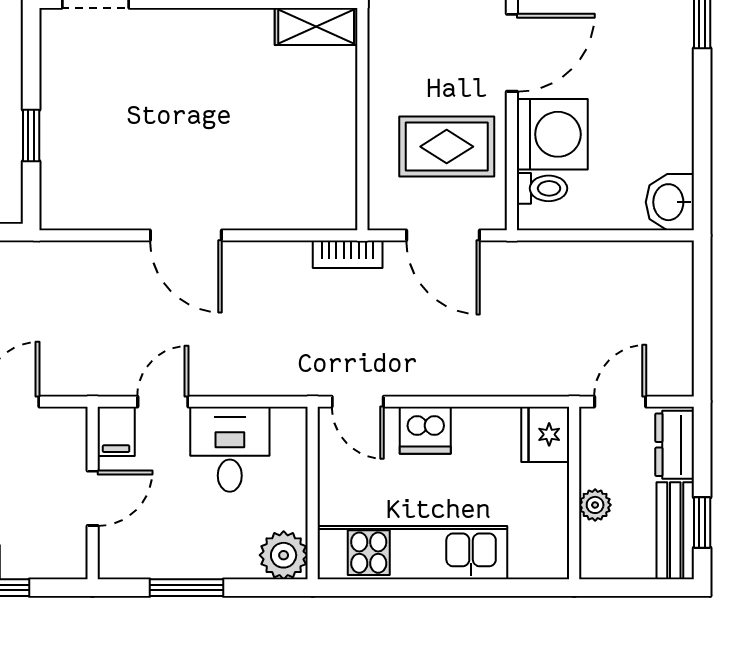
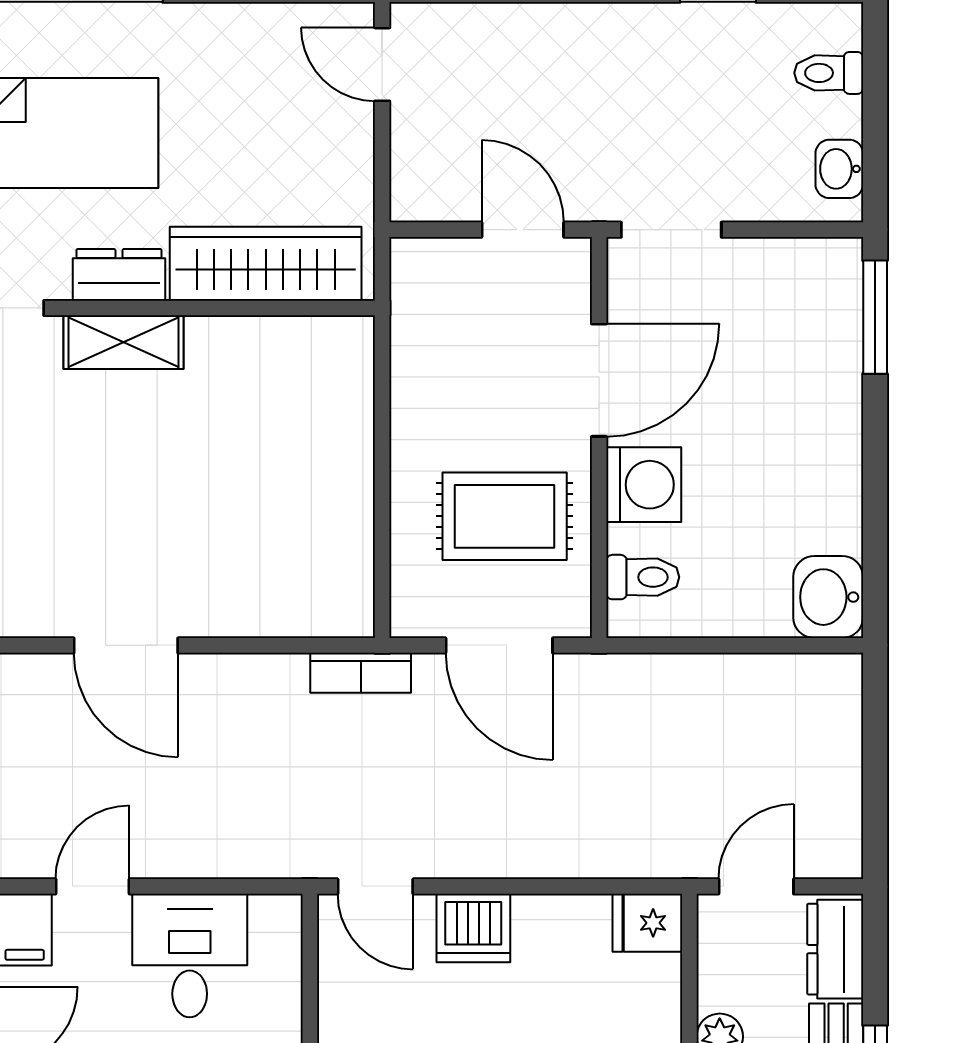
shelving: (316, 27) -> (124, 342), moved
washing machine: (552, 134) -> (644, 485), width x0.73, depth x0.73
fridge: (545, 434) -> (647, 923), width x0.72

